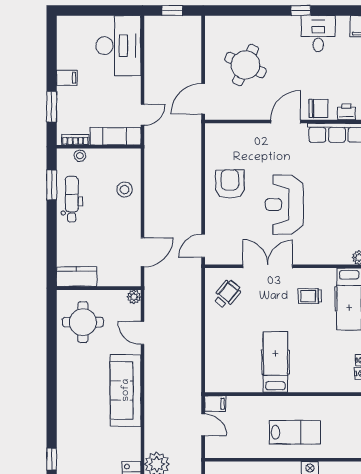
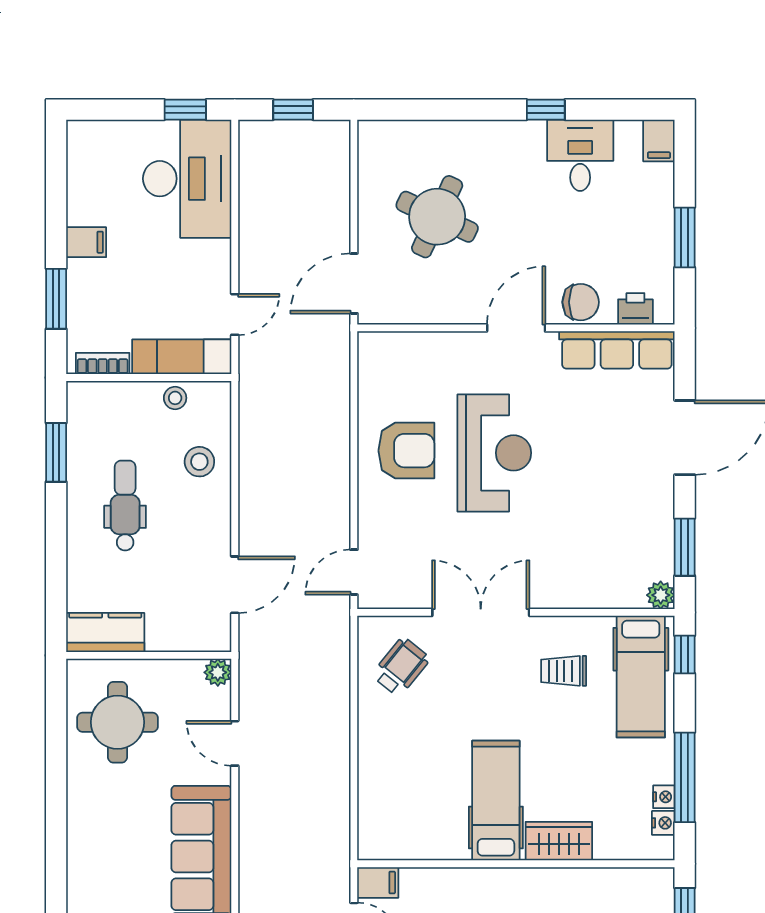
window: (117, 10) -> (185, 110), added
stool: (80, 156) -> (175, 398), moved
armchair: (230, 184) -> (406, 451), turned 90
dental chair: (72, 199) -> (125, 506), moved
reception desk: (284, 204) -> (494, 453), moved, turned 180
wardrobe: (307, 383) -> (559, 841), added

